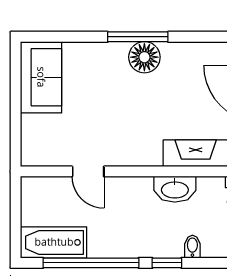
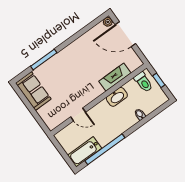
window: (138, 37) -> (44, 59), moved
floor lamp: (144, 57) -> (68, 54), removed
window: (167, 263) -> (134, 128), removed

